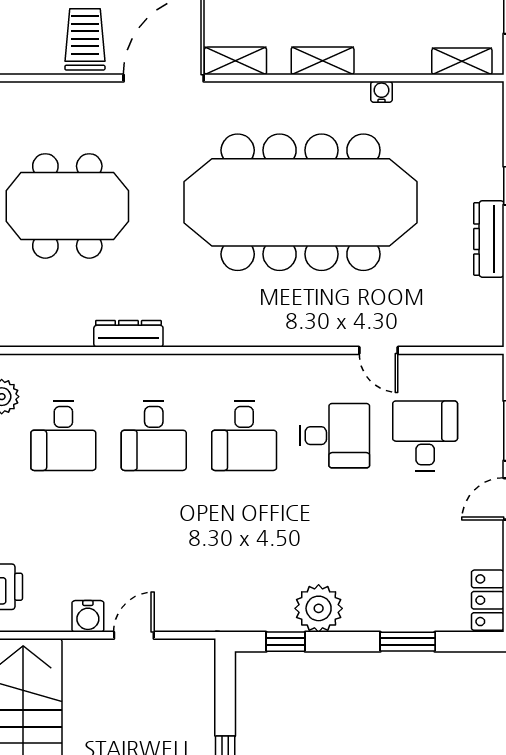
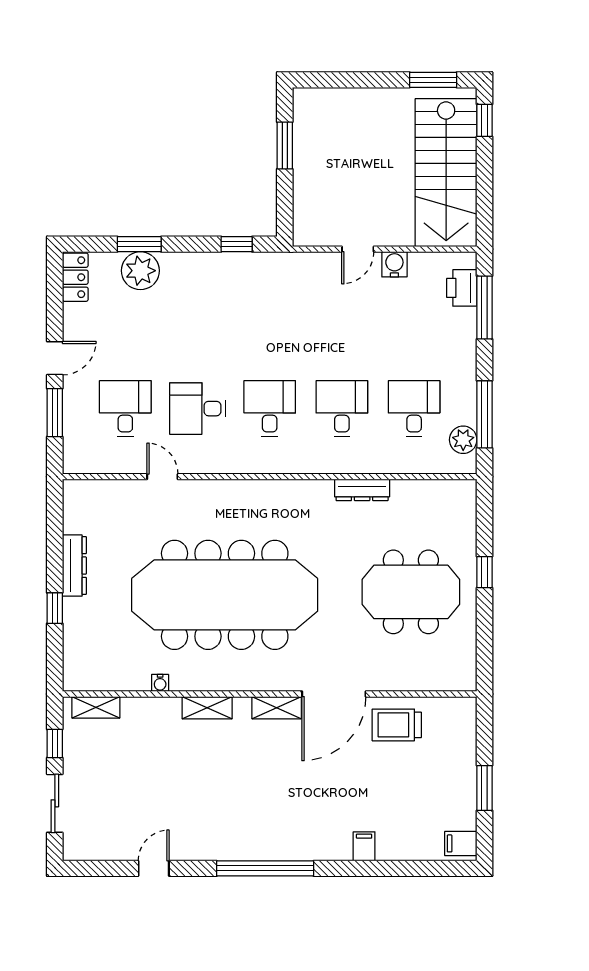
trolley: (85, 39) -> (397, 725), turned 90
desk: (425, 436) -> (125, 409), turned 180
plant: (319, 608) -> (140, 271), moved

